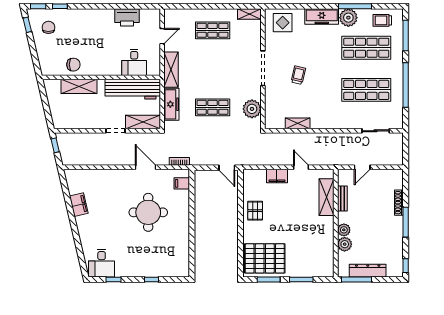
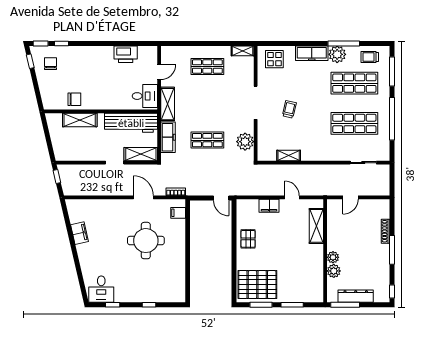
desk: (134, 62) -> (145, 96), moved, turned -90
bench: (342, 199) -> (332, 227), removed

